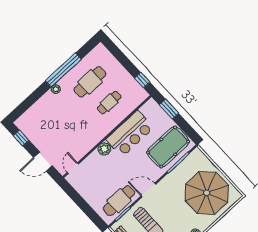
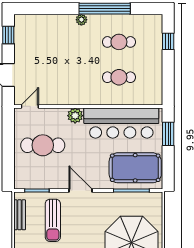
window: (142, 80) -> (168, 41), moved
cafe table: (90, 82) -> (119, 42), width x0.73, depth x0.74
bar counter: (130, 134) -> (121, 123), width x1.36
cafe table: (119, 201) -> (43, 145), moved

